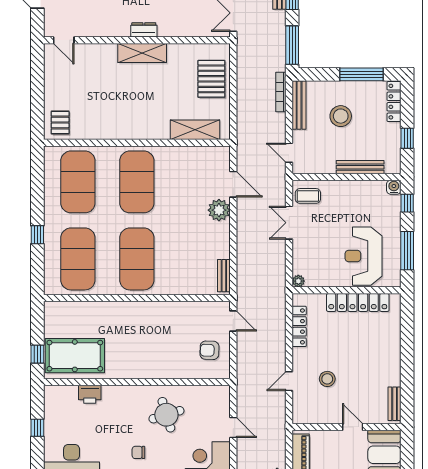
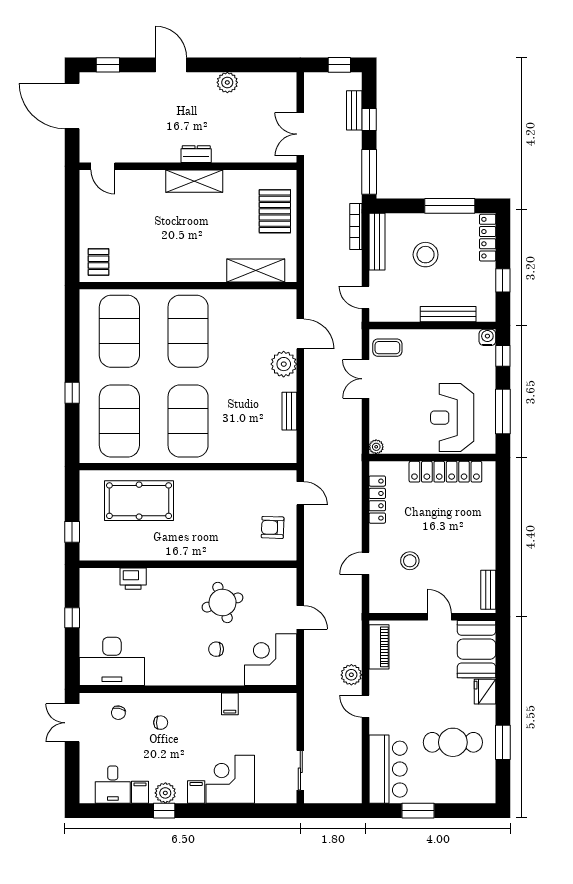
bench: (224, 276) -> (289, 411), moved
pool table: (75, 356) -> (139, 501), moved
chair: (138, 452) -> (216, 649), moved

